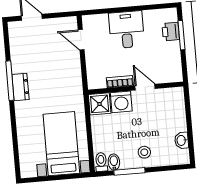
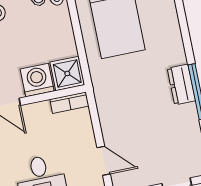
bookcase: (120, 82) -> (69, 103), moved

